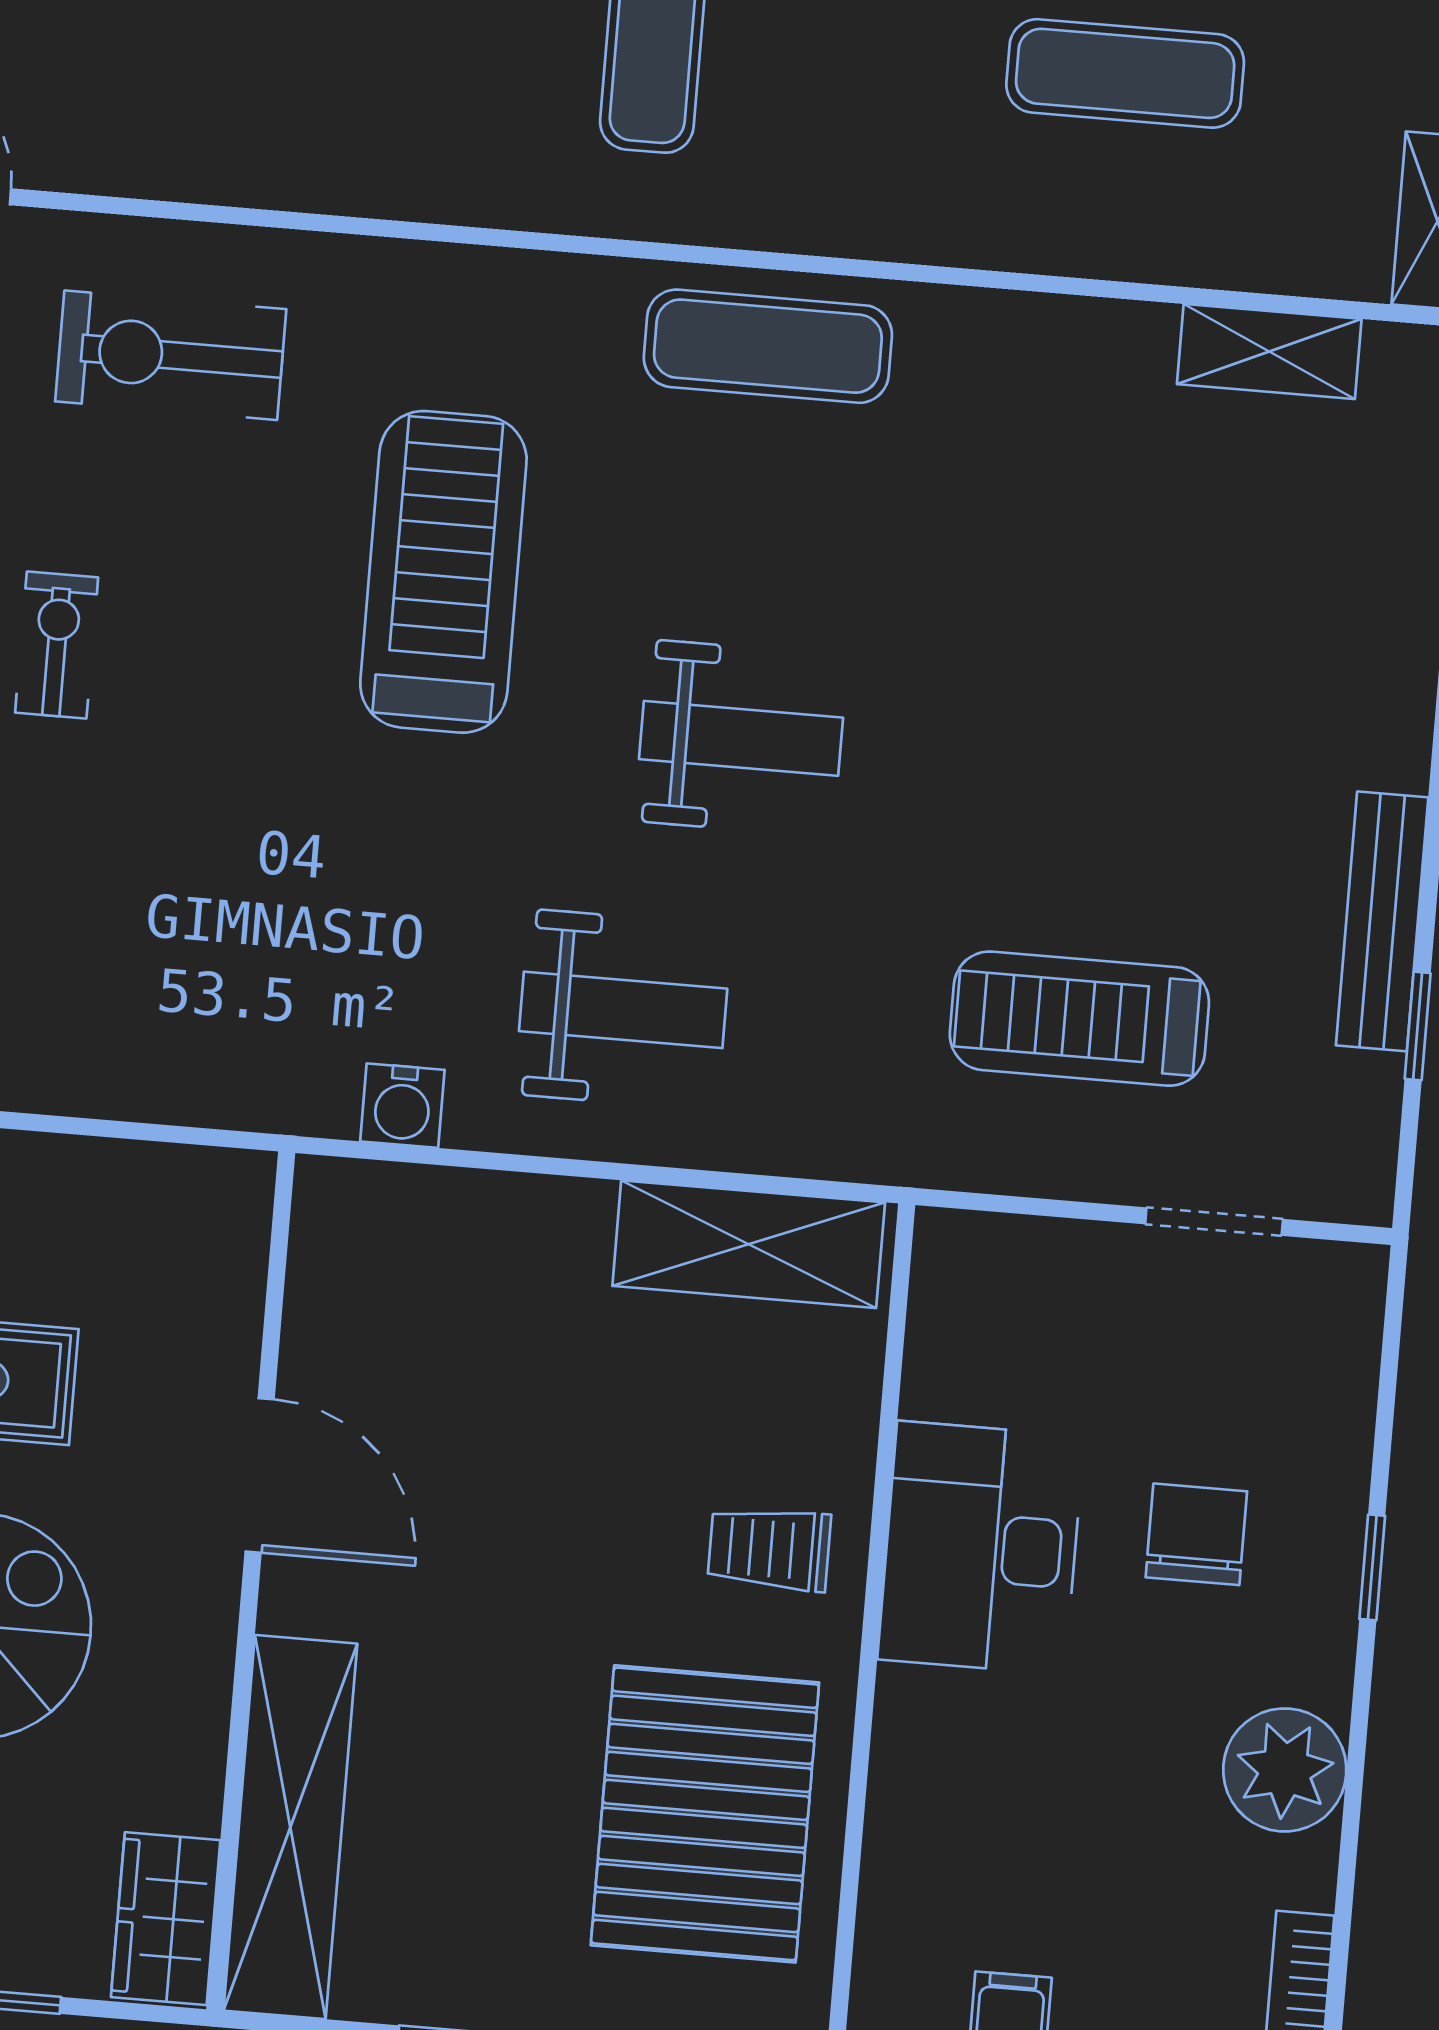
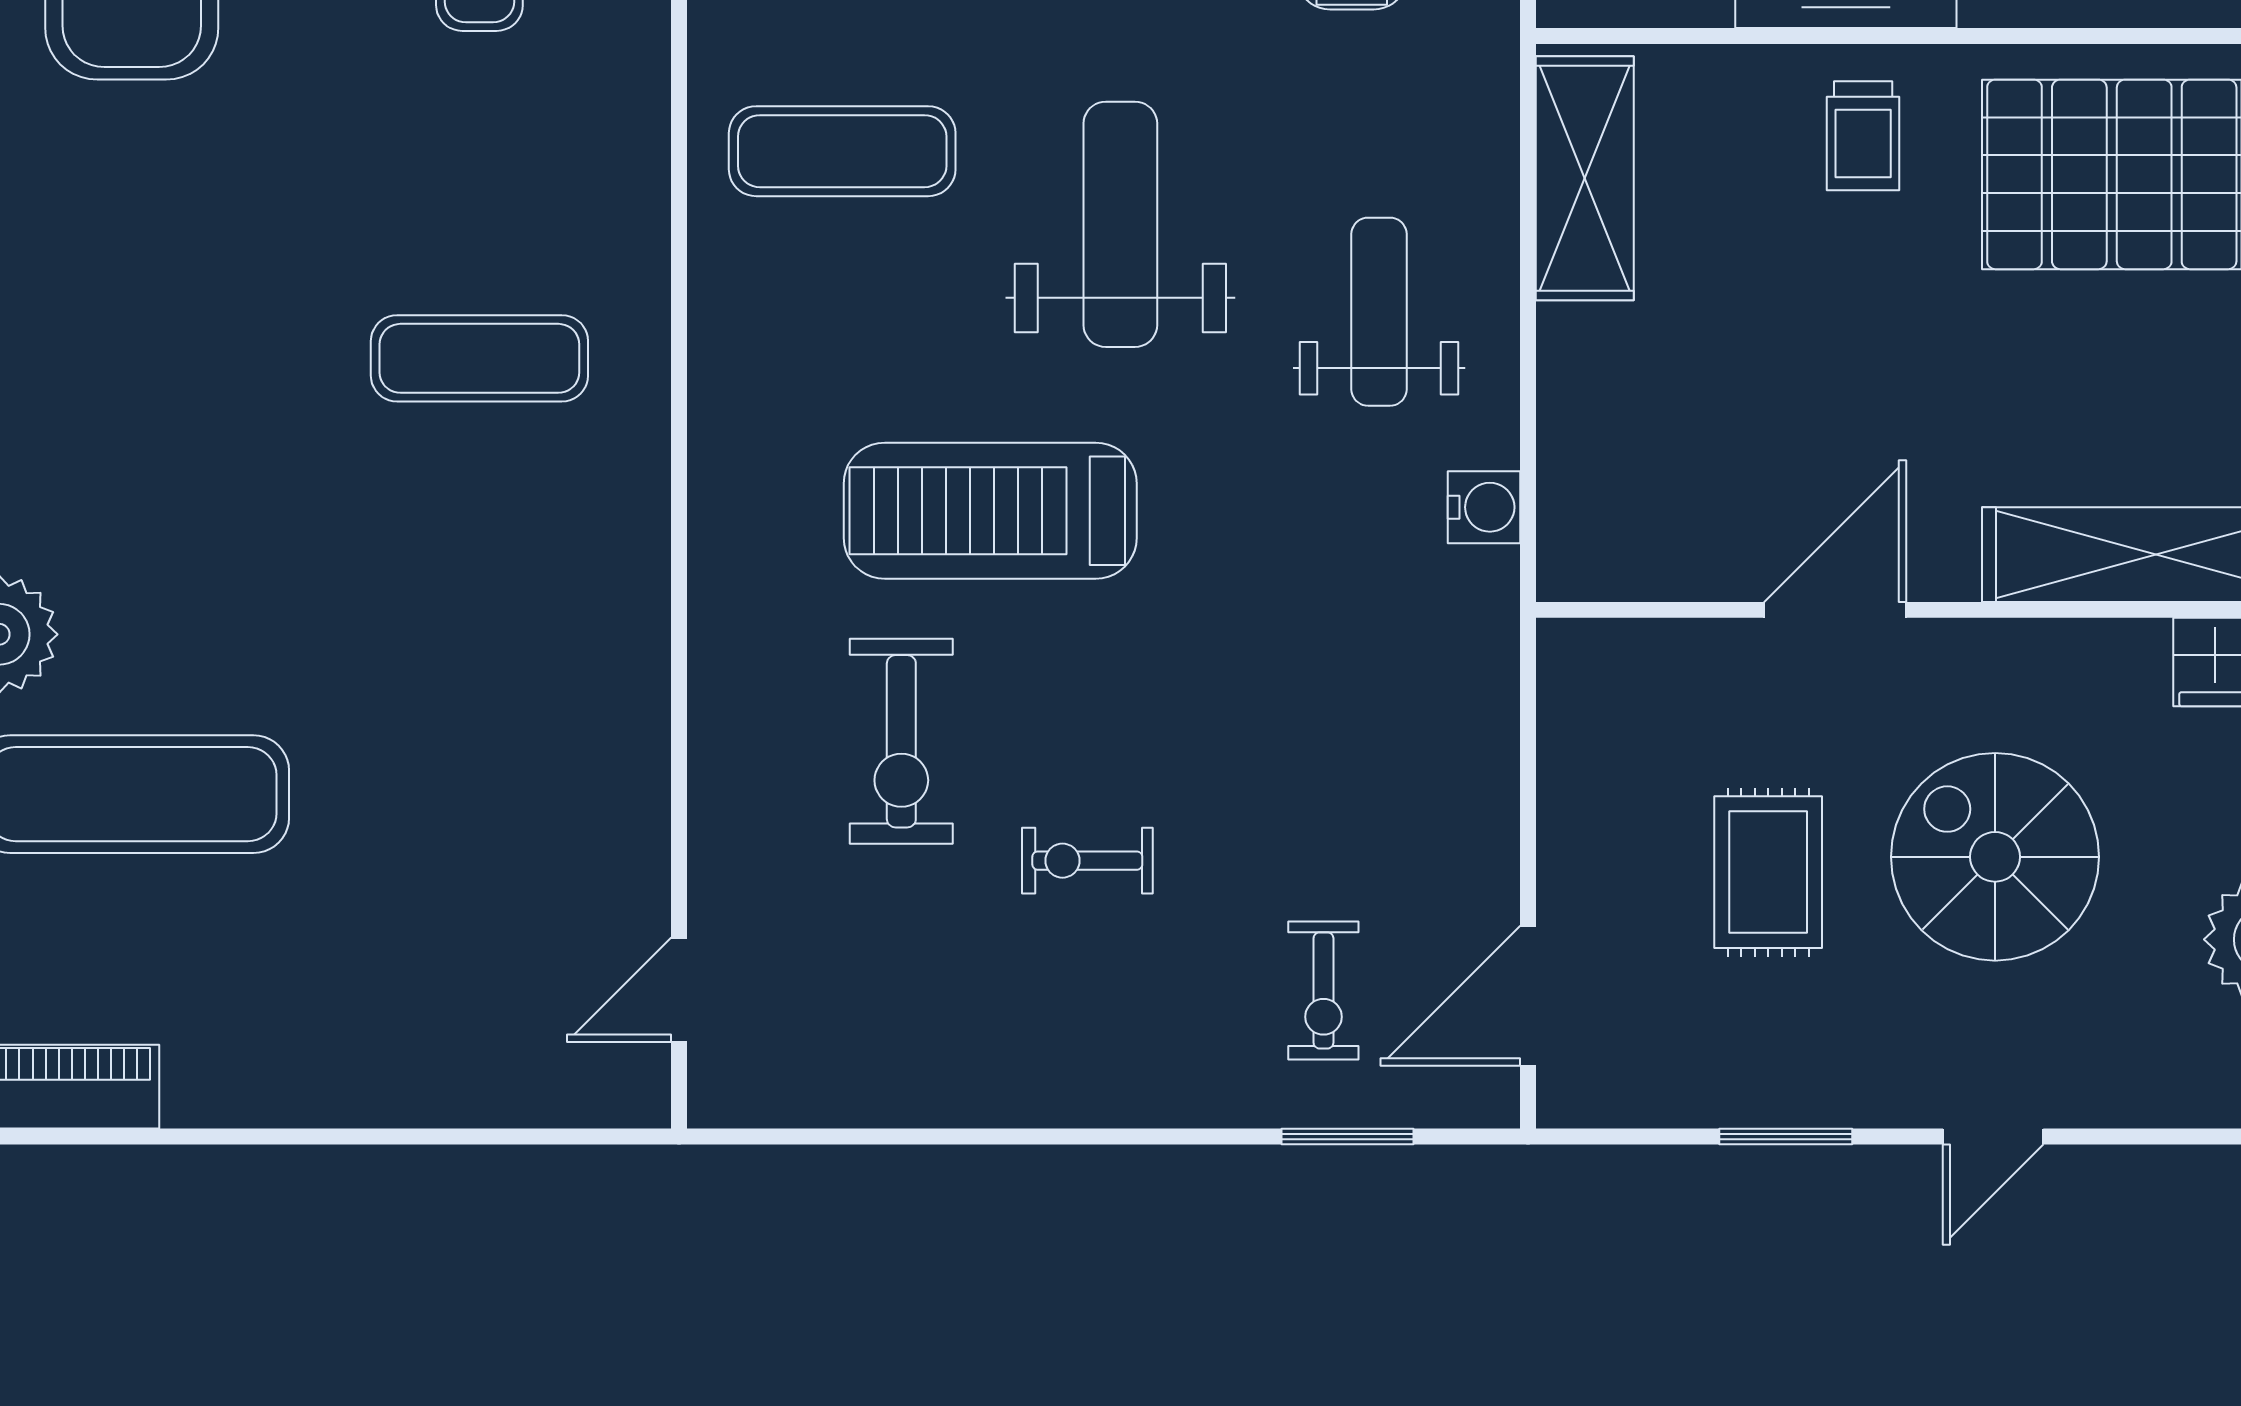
exercise mat: (768, 346) -> (842, 151), moved, turned 90
exercise bike: (171, 355) -> (901, 741), moved
weight bench: (741, 738) -> (1120, 224), width x1.36, depth x1.33

